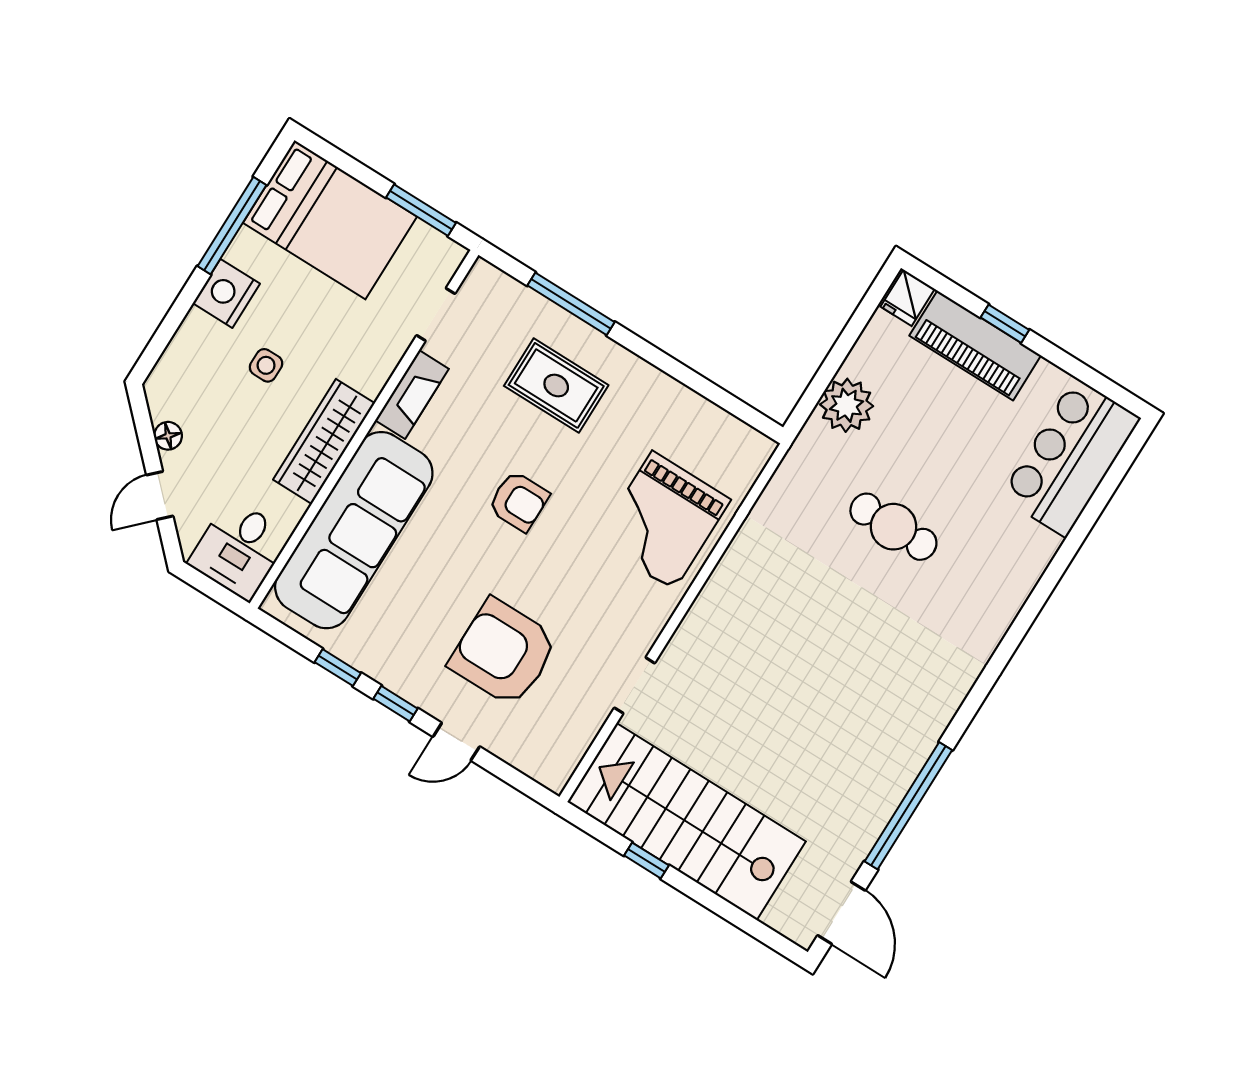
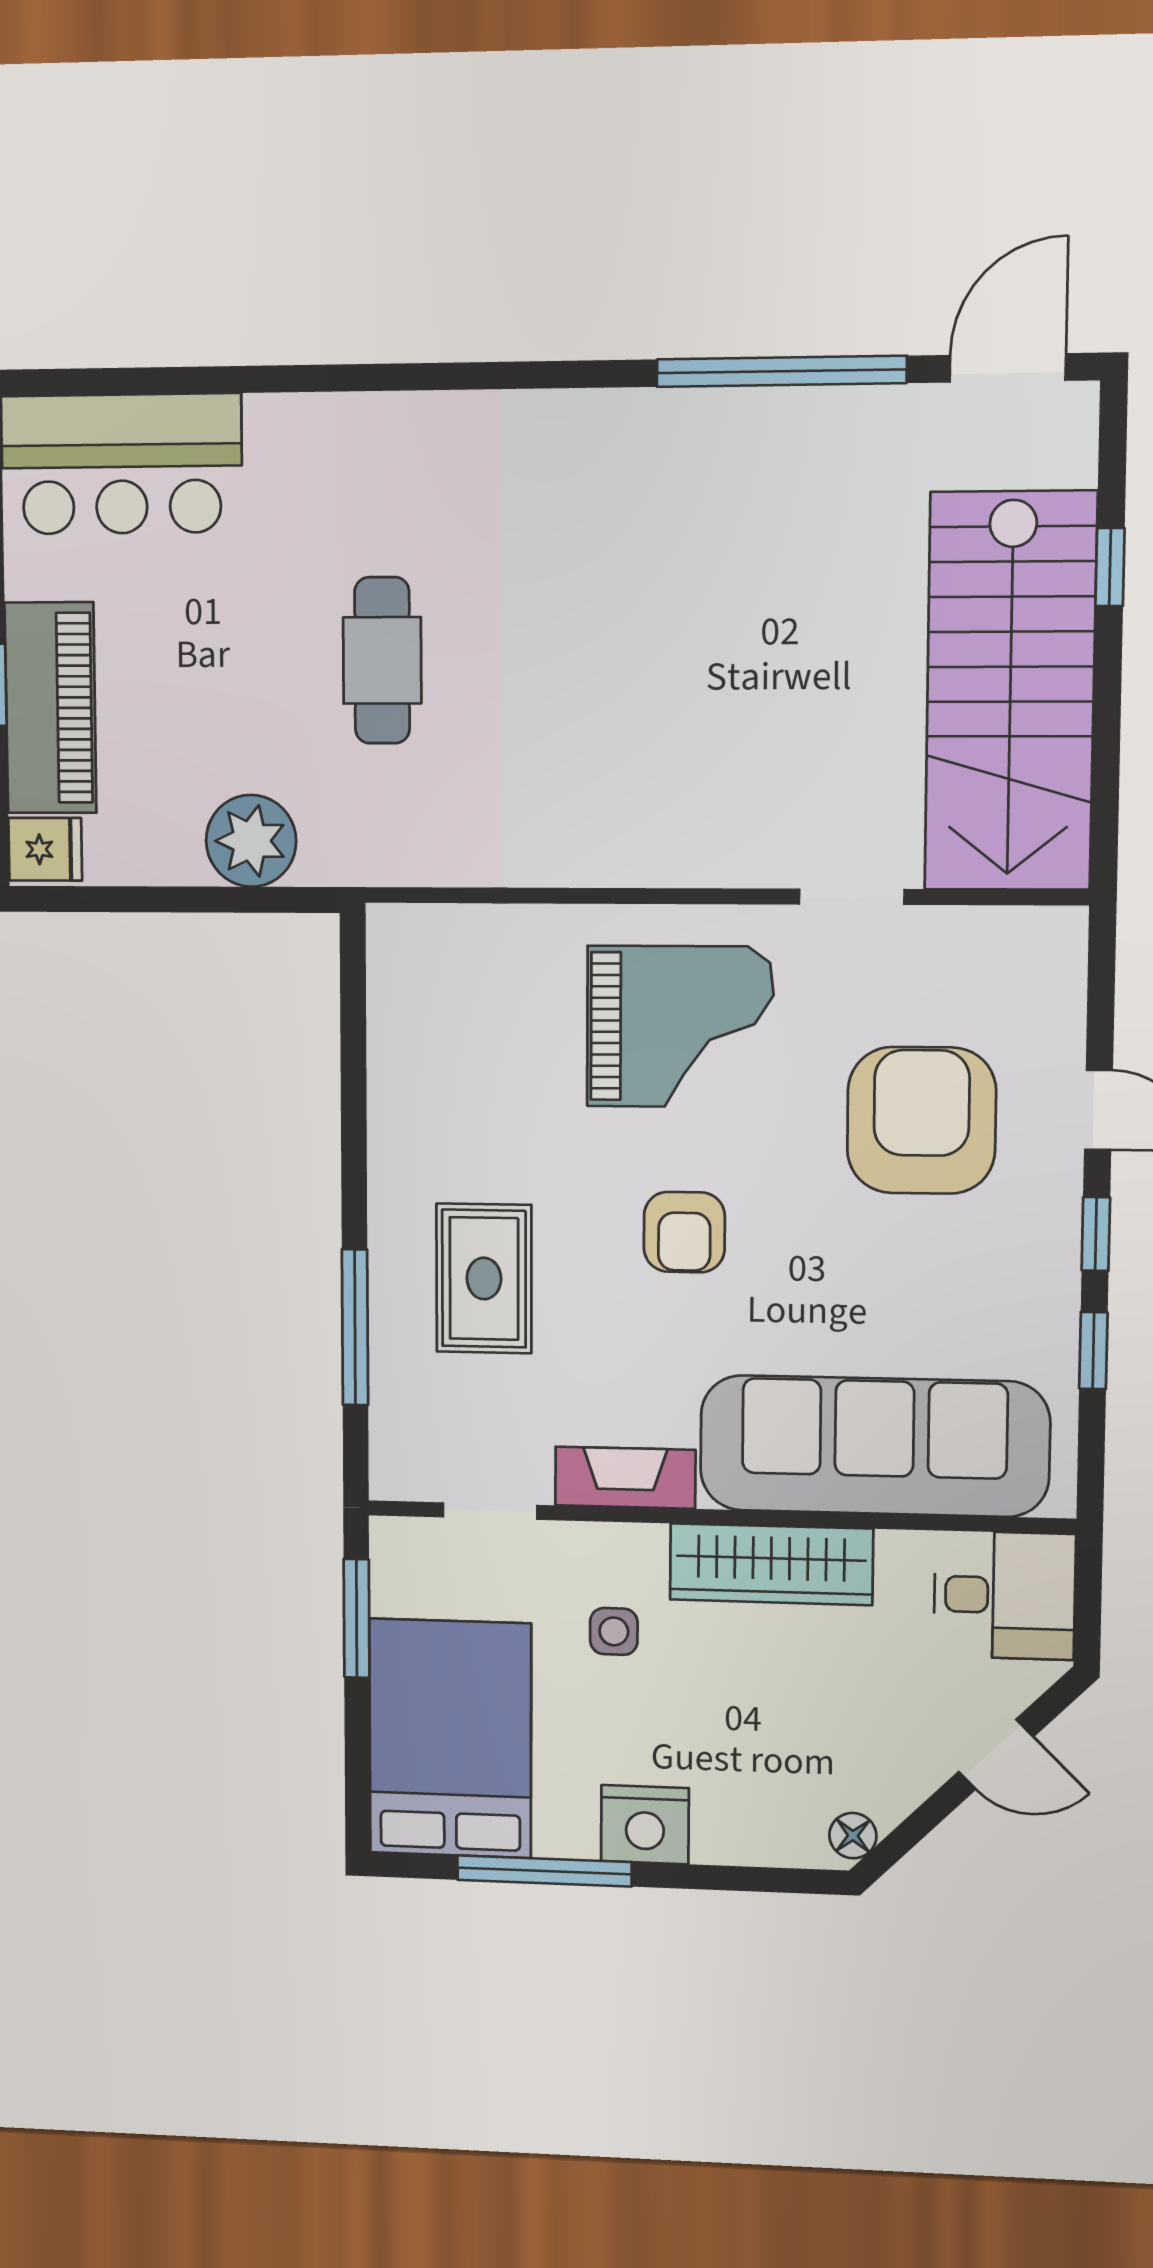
side table: (266, 365) -> (614, 1631), moved
floor lamp: (168, 436) -> (853, 1836), moved
armchair: (519, 501) -> (684, 1232), turned 180
grand piano: (663, 521) -> (680, 1027), moved
armchair: (503, 653) -> (921, 1120), turned 180
window: (646, 860) -> (1110, 567), moved

